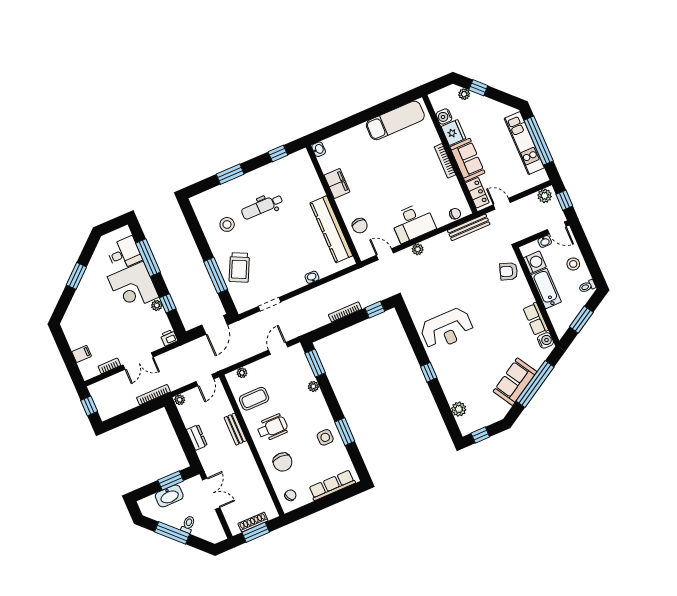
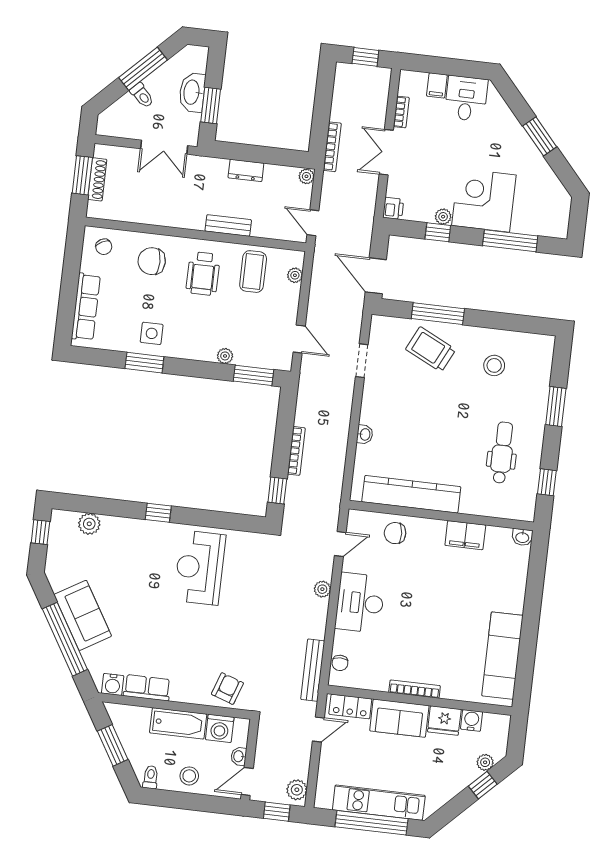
dental chair: (262, 207) -> (502, 453), moved
desk: (124, 253) -> (466, 98), moved, turned 180

